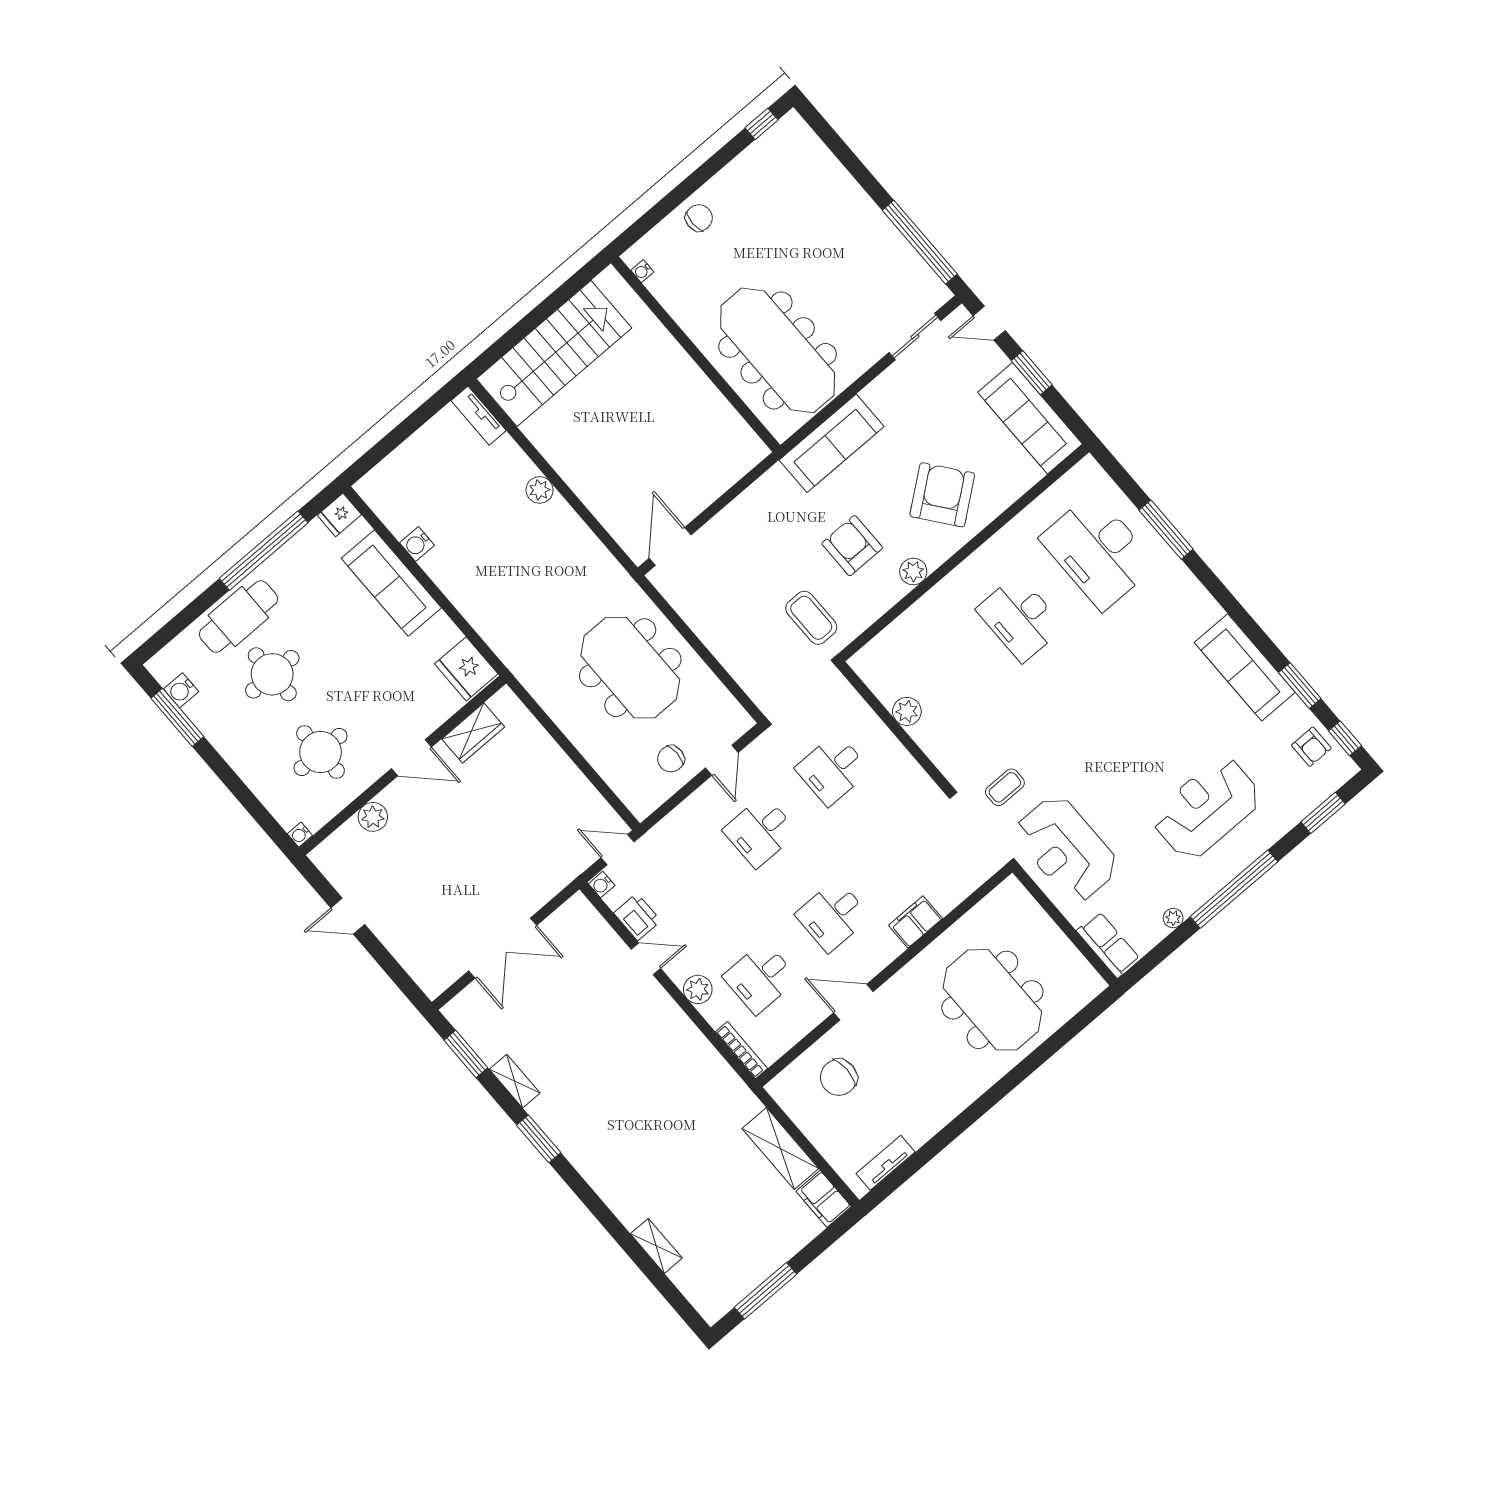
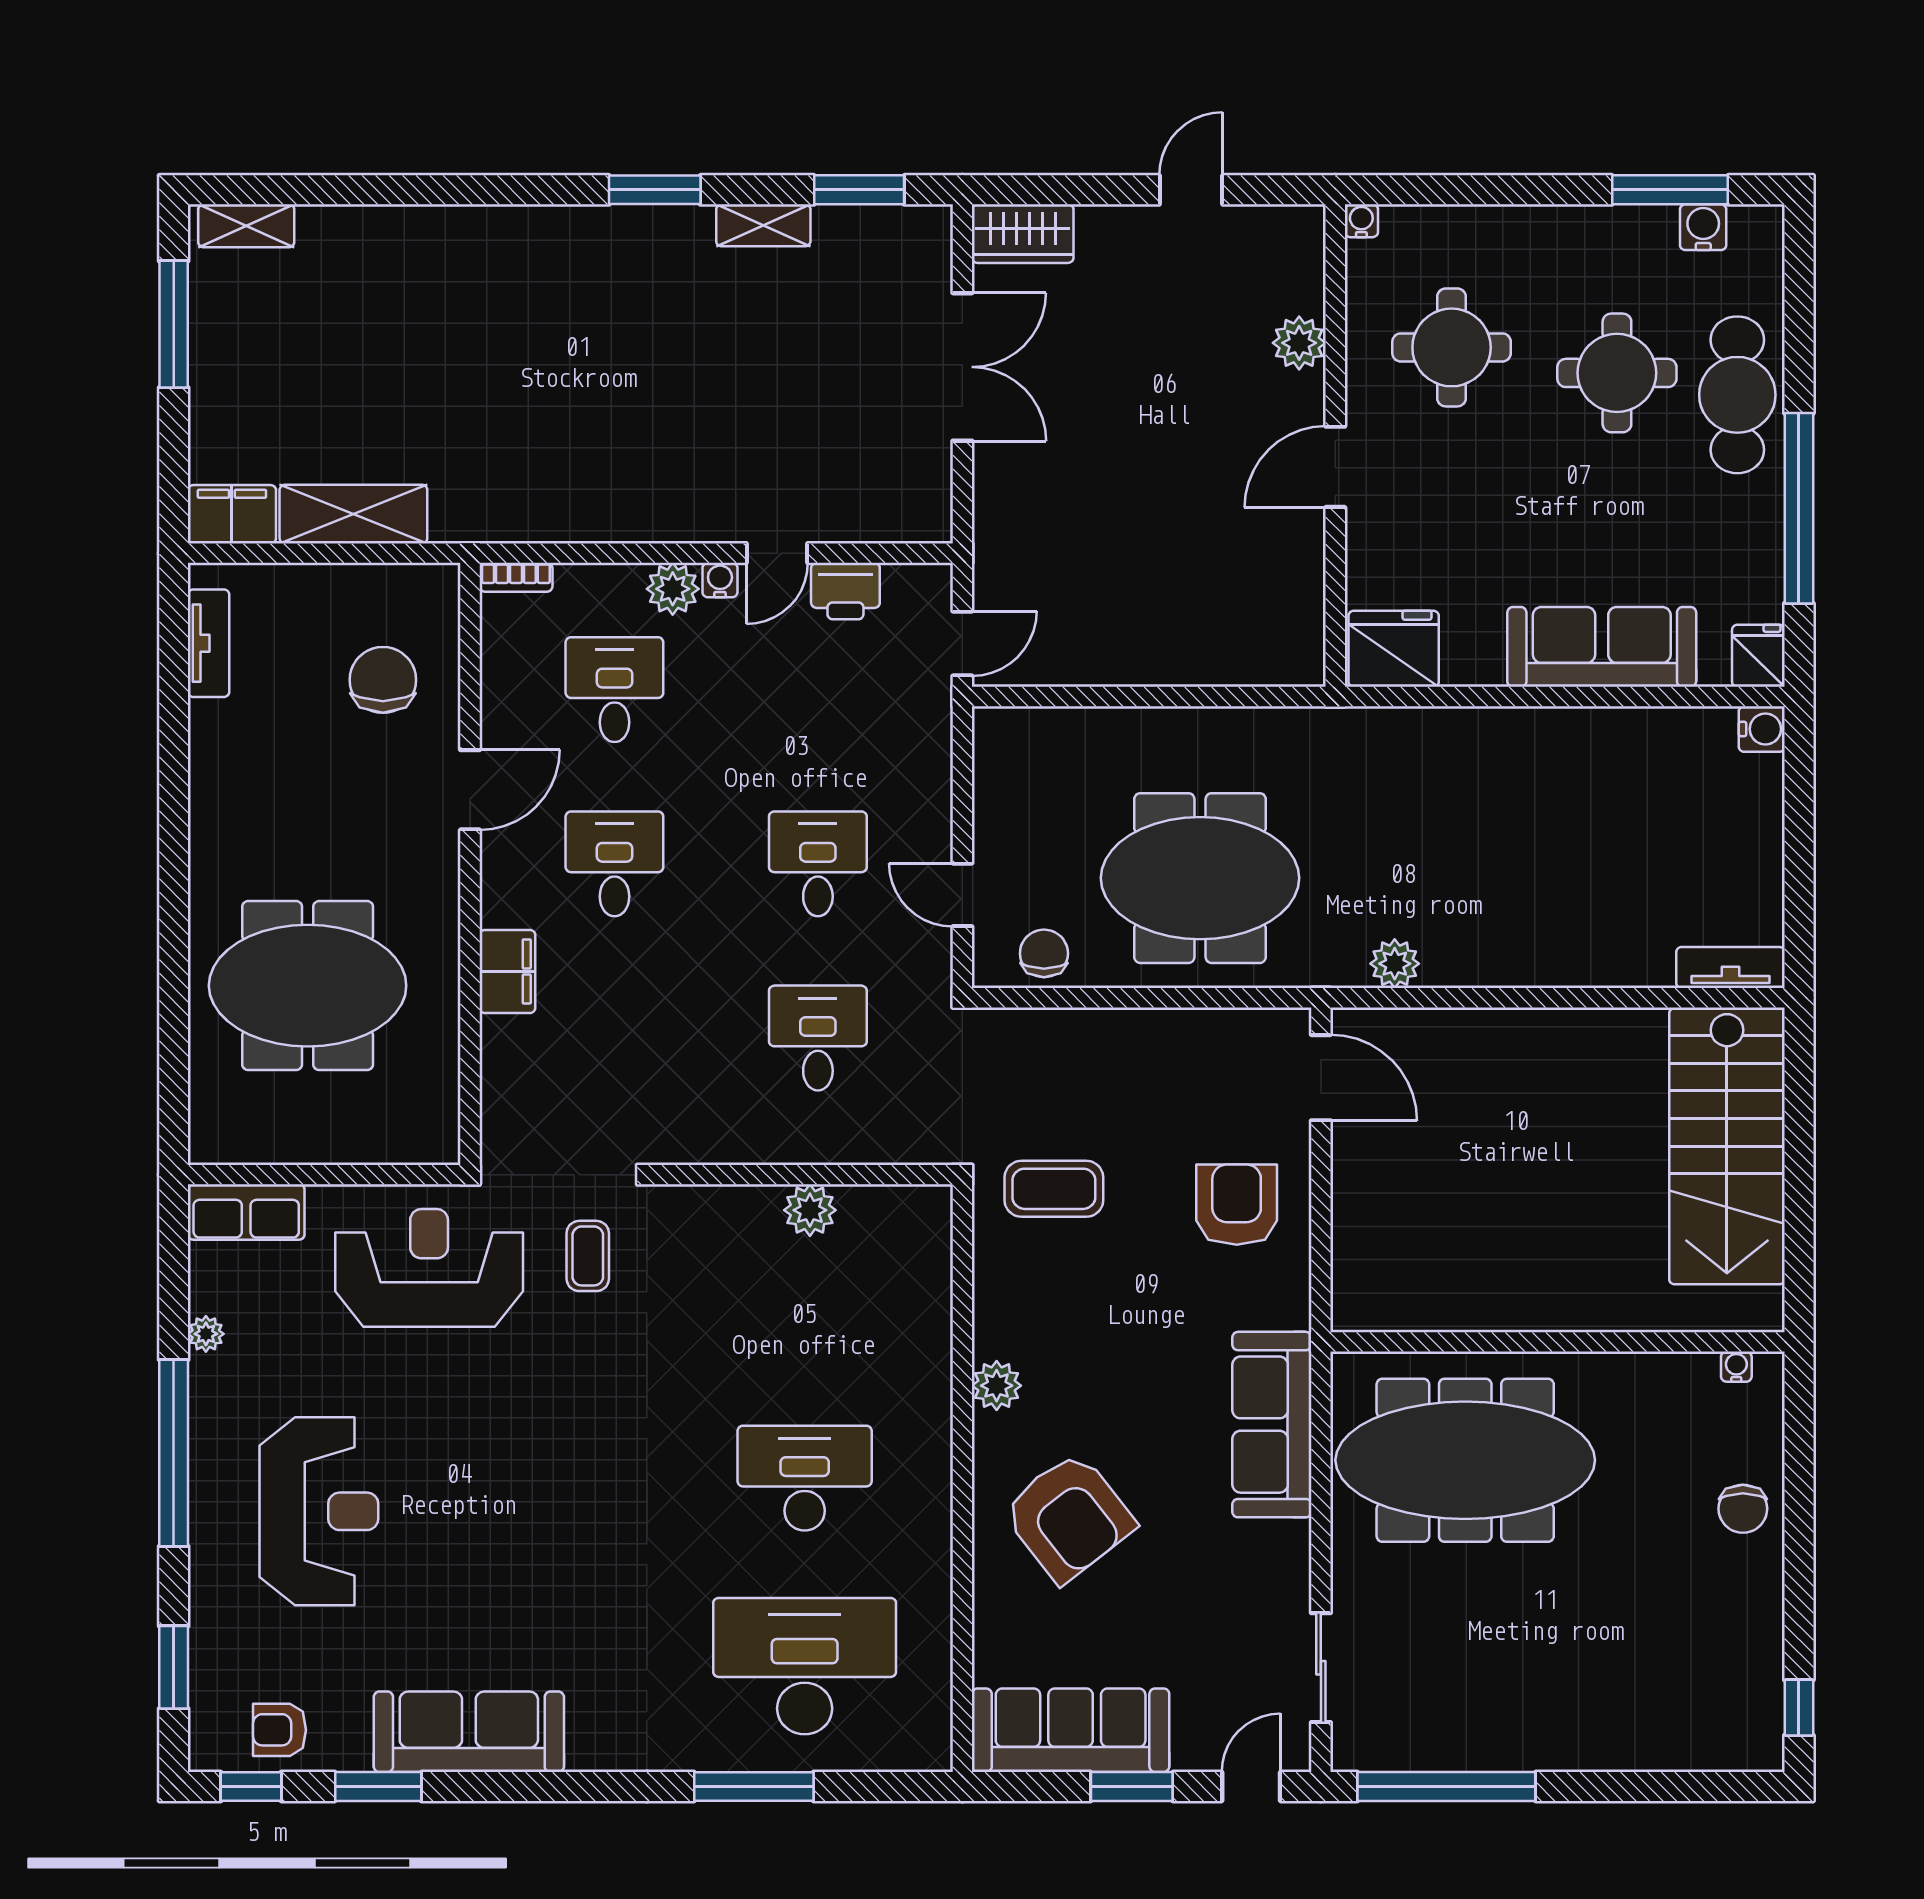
plant: (540, 490) -> (1395, 964), moved
water cooler: (417, 544) -> (1762, 729), moved, turned 90
armchair: (852, 546) -> (1237, 1205), moved, turned -90
wardrobe: (473, 733) -> (1023, 234), moved, turned -90
chair: (671, 759) -> (1044, 953), moved
water cooler: (602, 885) -> (720, 580), moved
double door: (503, 948) -> (962, 367), swing flipped
bookcase: (742, 1050) -> (516, 577), width x0.64
shelving: (656, 1246) -> (246, 226), moved

